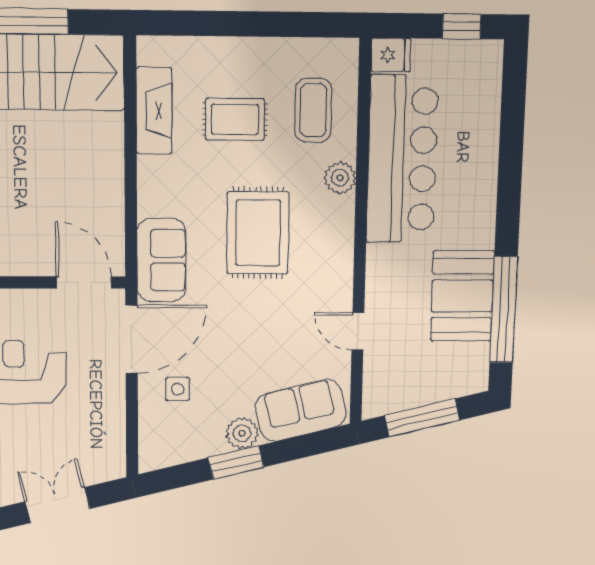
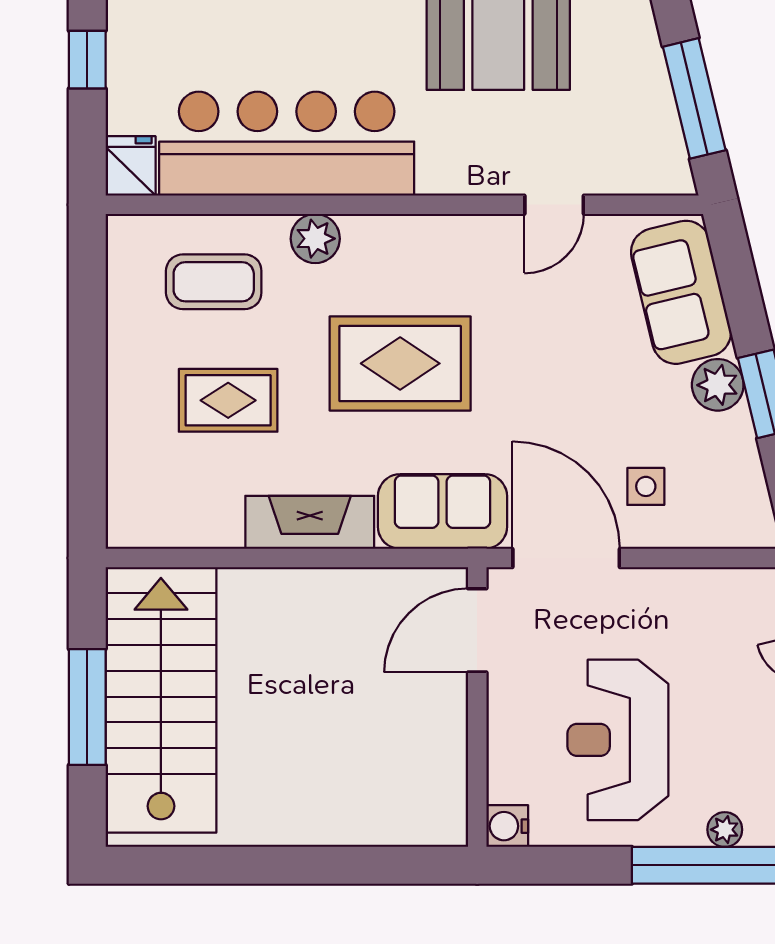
fireplace: (154, 111) -> (310, 522), moved
rug: (235, 119) -> (228, 400), turned 90

